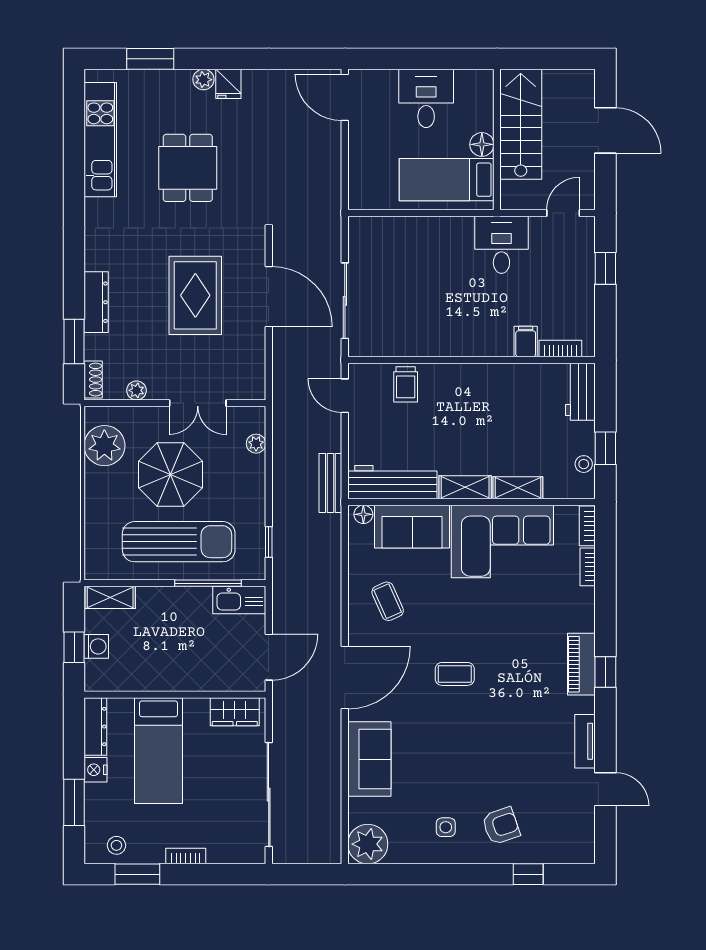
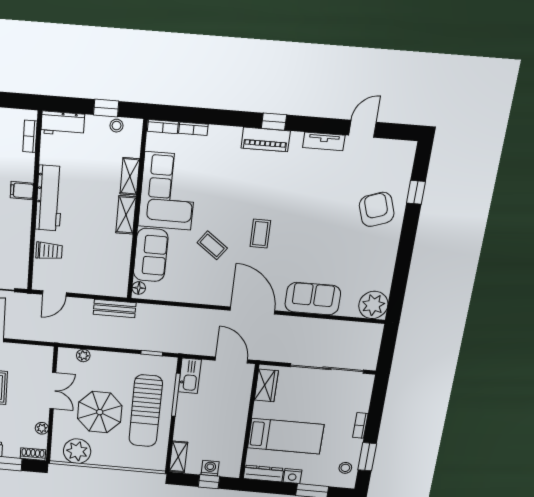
filing cabinet: (526, 342) -> (22, 191), moved
workbench: (392, 482) -> (49, 198), moved, turned 180
sun lounger: (179, 542) -> (146, 411), turned 180
coffee table: (388, 601) -> (212, 245), moved, turned 60
armchair: (501, 826) -> (377, 209), width x1.38, depth x1.38
side table: (446, 827) -> (371, 249), removed

